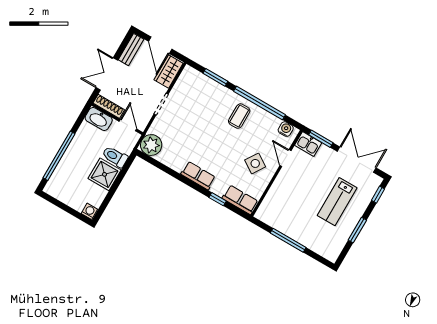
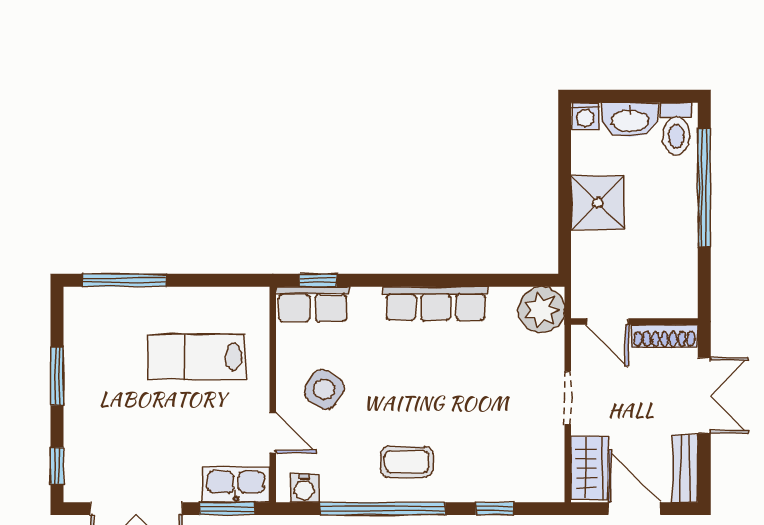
window: (215, 77) -> (494, 509), width x0.67
coffee table: (239, 116) -> (407, 462), turned 90
washbasin: (99, 119) -> (630, 120), moved, turned 180
kitchen sink: (308, 144) -> (236, 485), width x1.38
toilet: (115, 157) -> (676, 129), moved, turned 90
row of seats: (198, 176) -> (436, 303), width x1.48
window: (218, 199) -> (318, 280), moved
lab bench: (337, 202) -> (197, 357), moved, turned -90
window: (288, 240) -> (125, 280), moved

